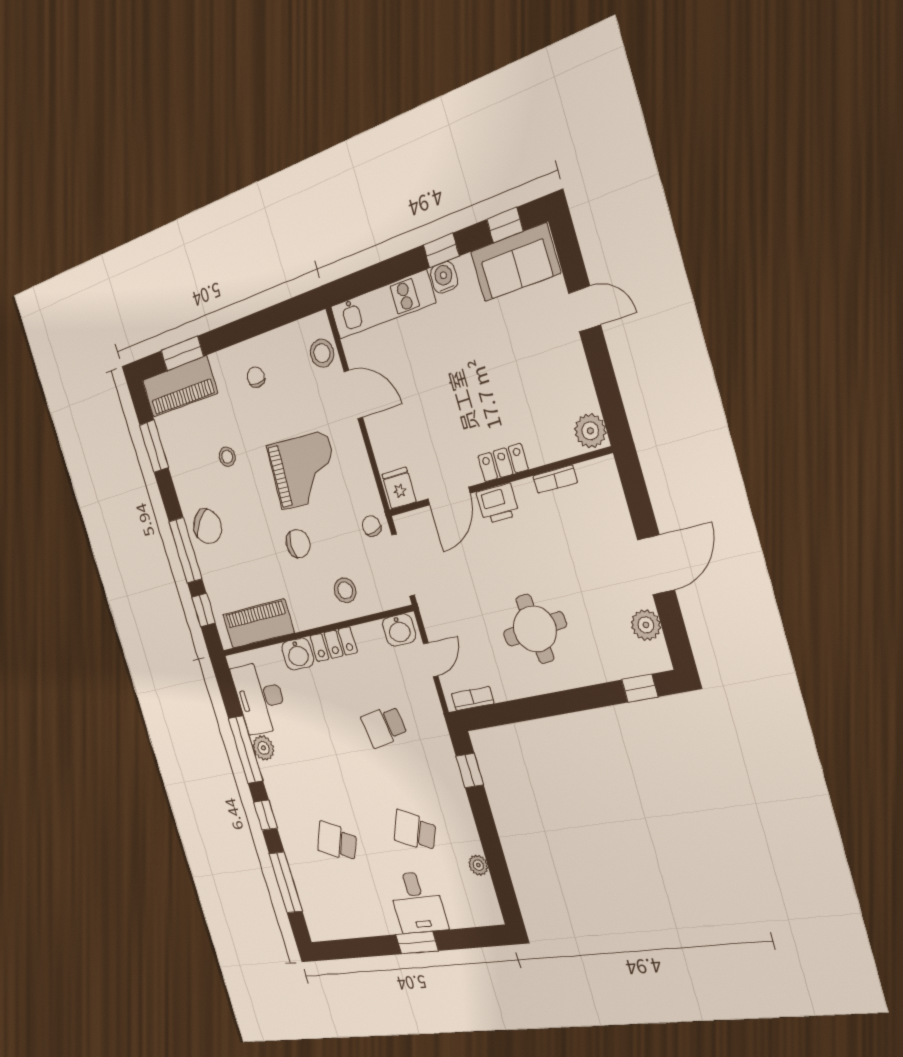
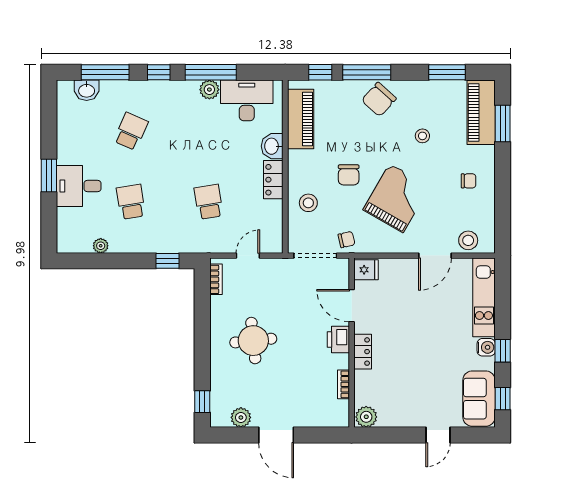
grand piano: (304, 470) -> (396, 198), turned -153
washbasin: (399, 630) -> (87, 90), moved, turned -90
door: (431, 660) -> (248, 256), swing flipped
school desk: (415, 831) -> (131, 202), turned -33

